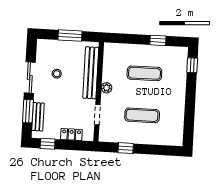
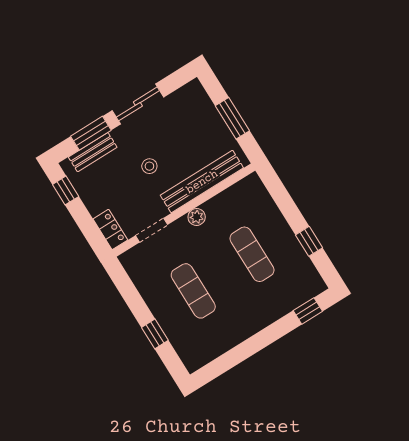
stool: (57, 74) -> (149, 166), moved
locker: (71, 134) -> (110, 229), moved
window: (126, 148) -> (155, 334), moved

